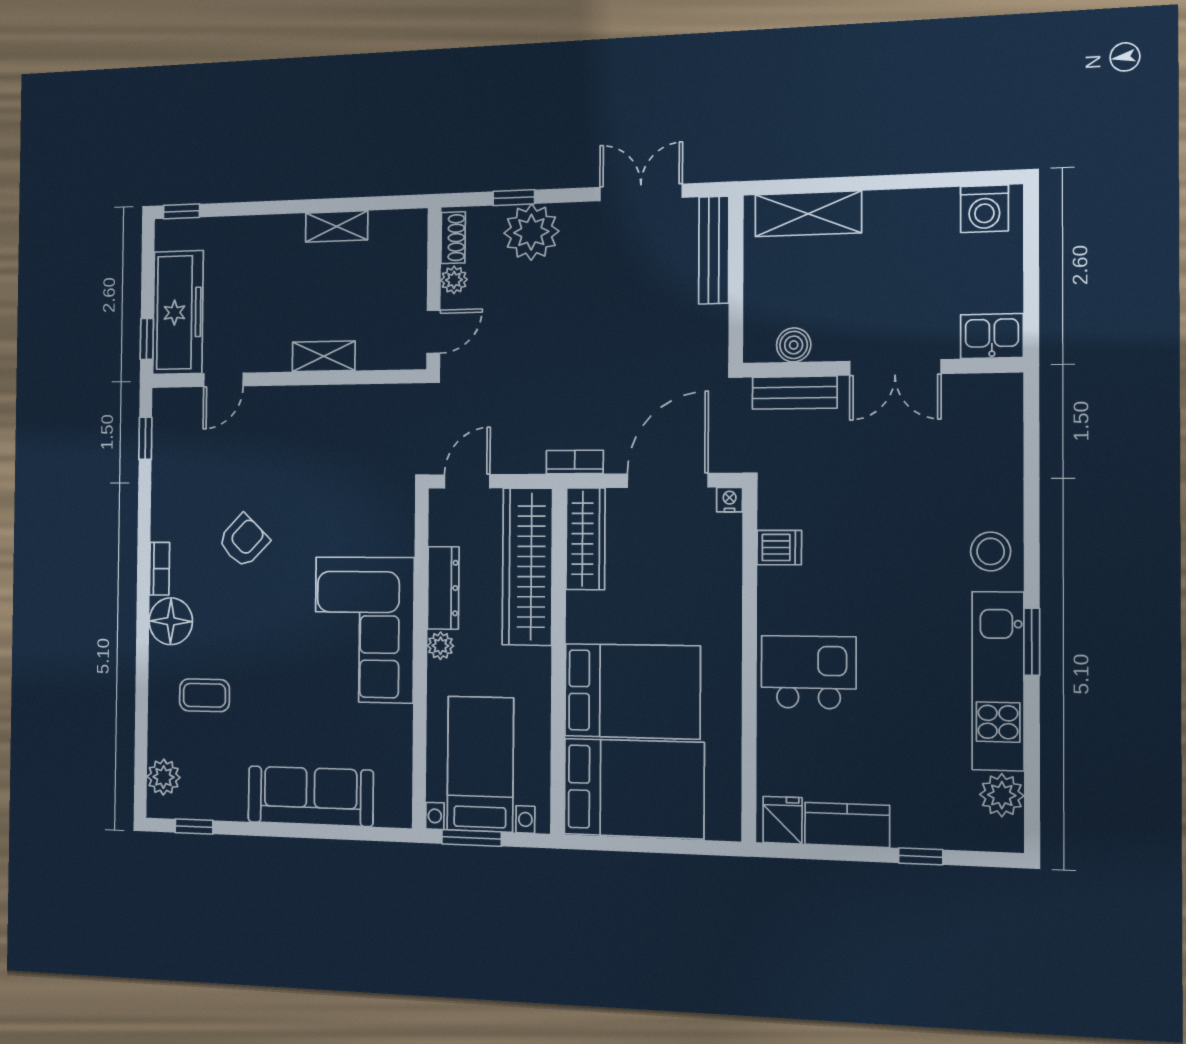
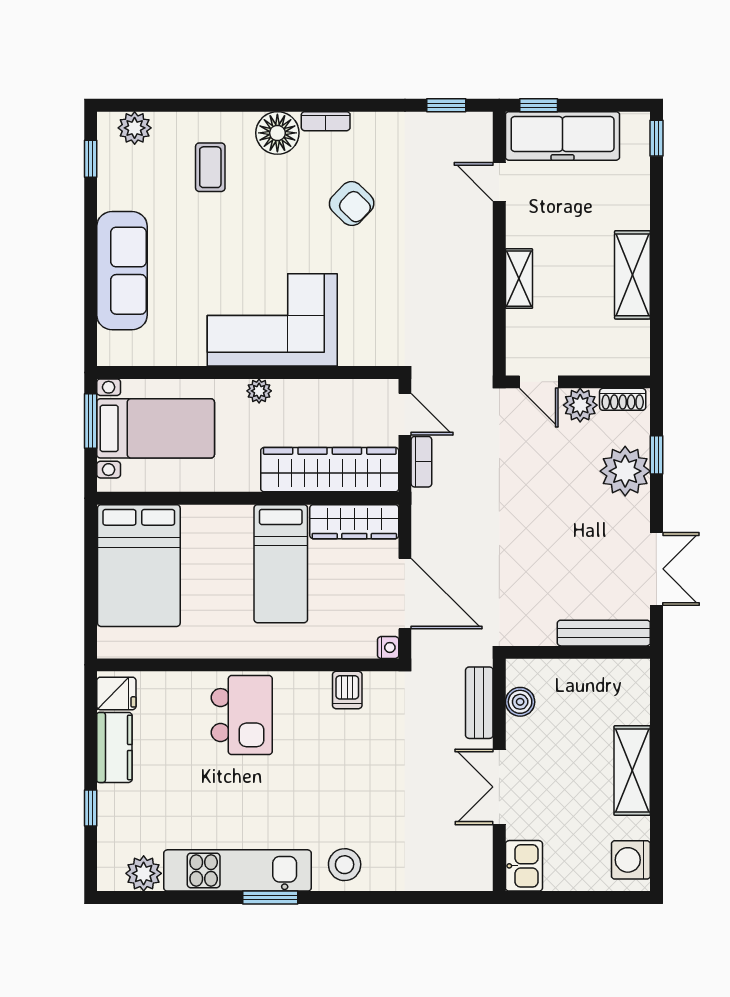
shelving: (808, 214) -> (632, 771), moved
shelving: (337, 226) -> (632, 275), width x1.50, depth x1.33
plant: (454, 280) -> (580, 405), width x1.38, depth x1.38
bookcase: (575, 462) -> (421, 462), moved
dresser: (443, 588) -> (310, 393), removed
bed: (632, 691) -> (281, 564), moved, width x0.67

